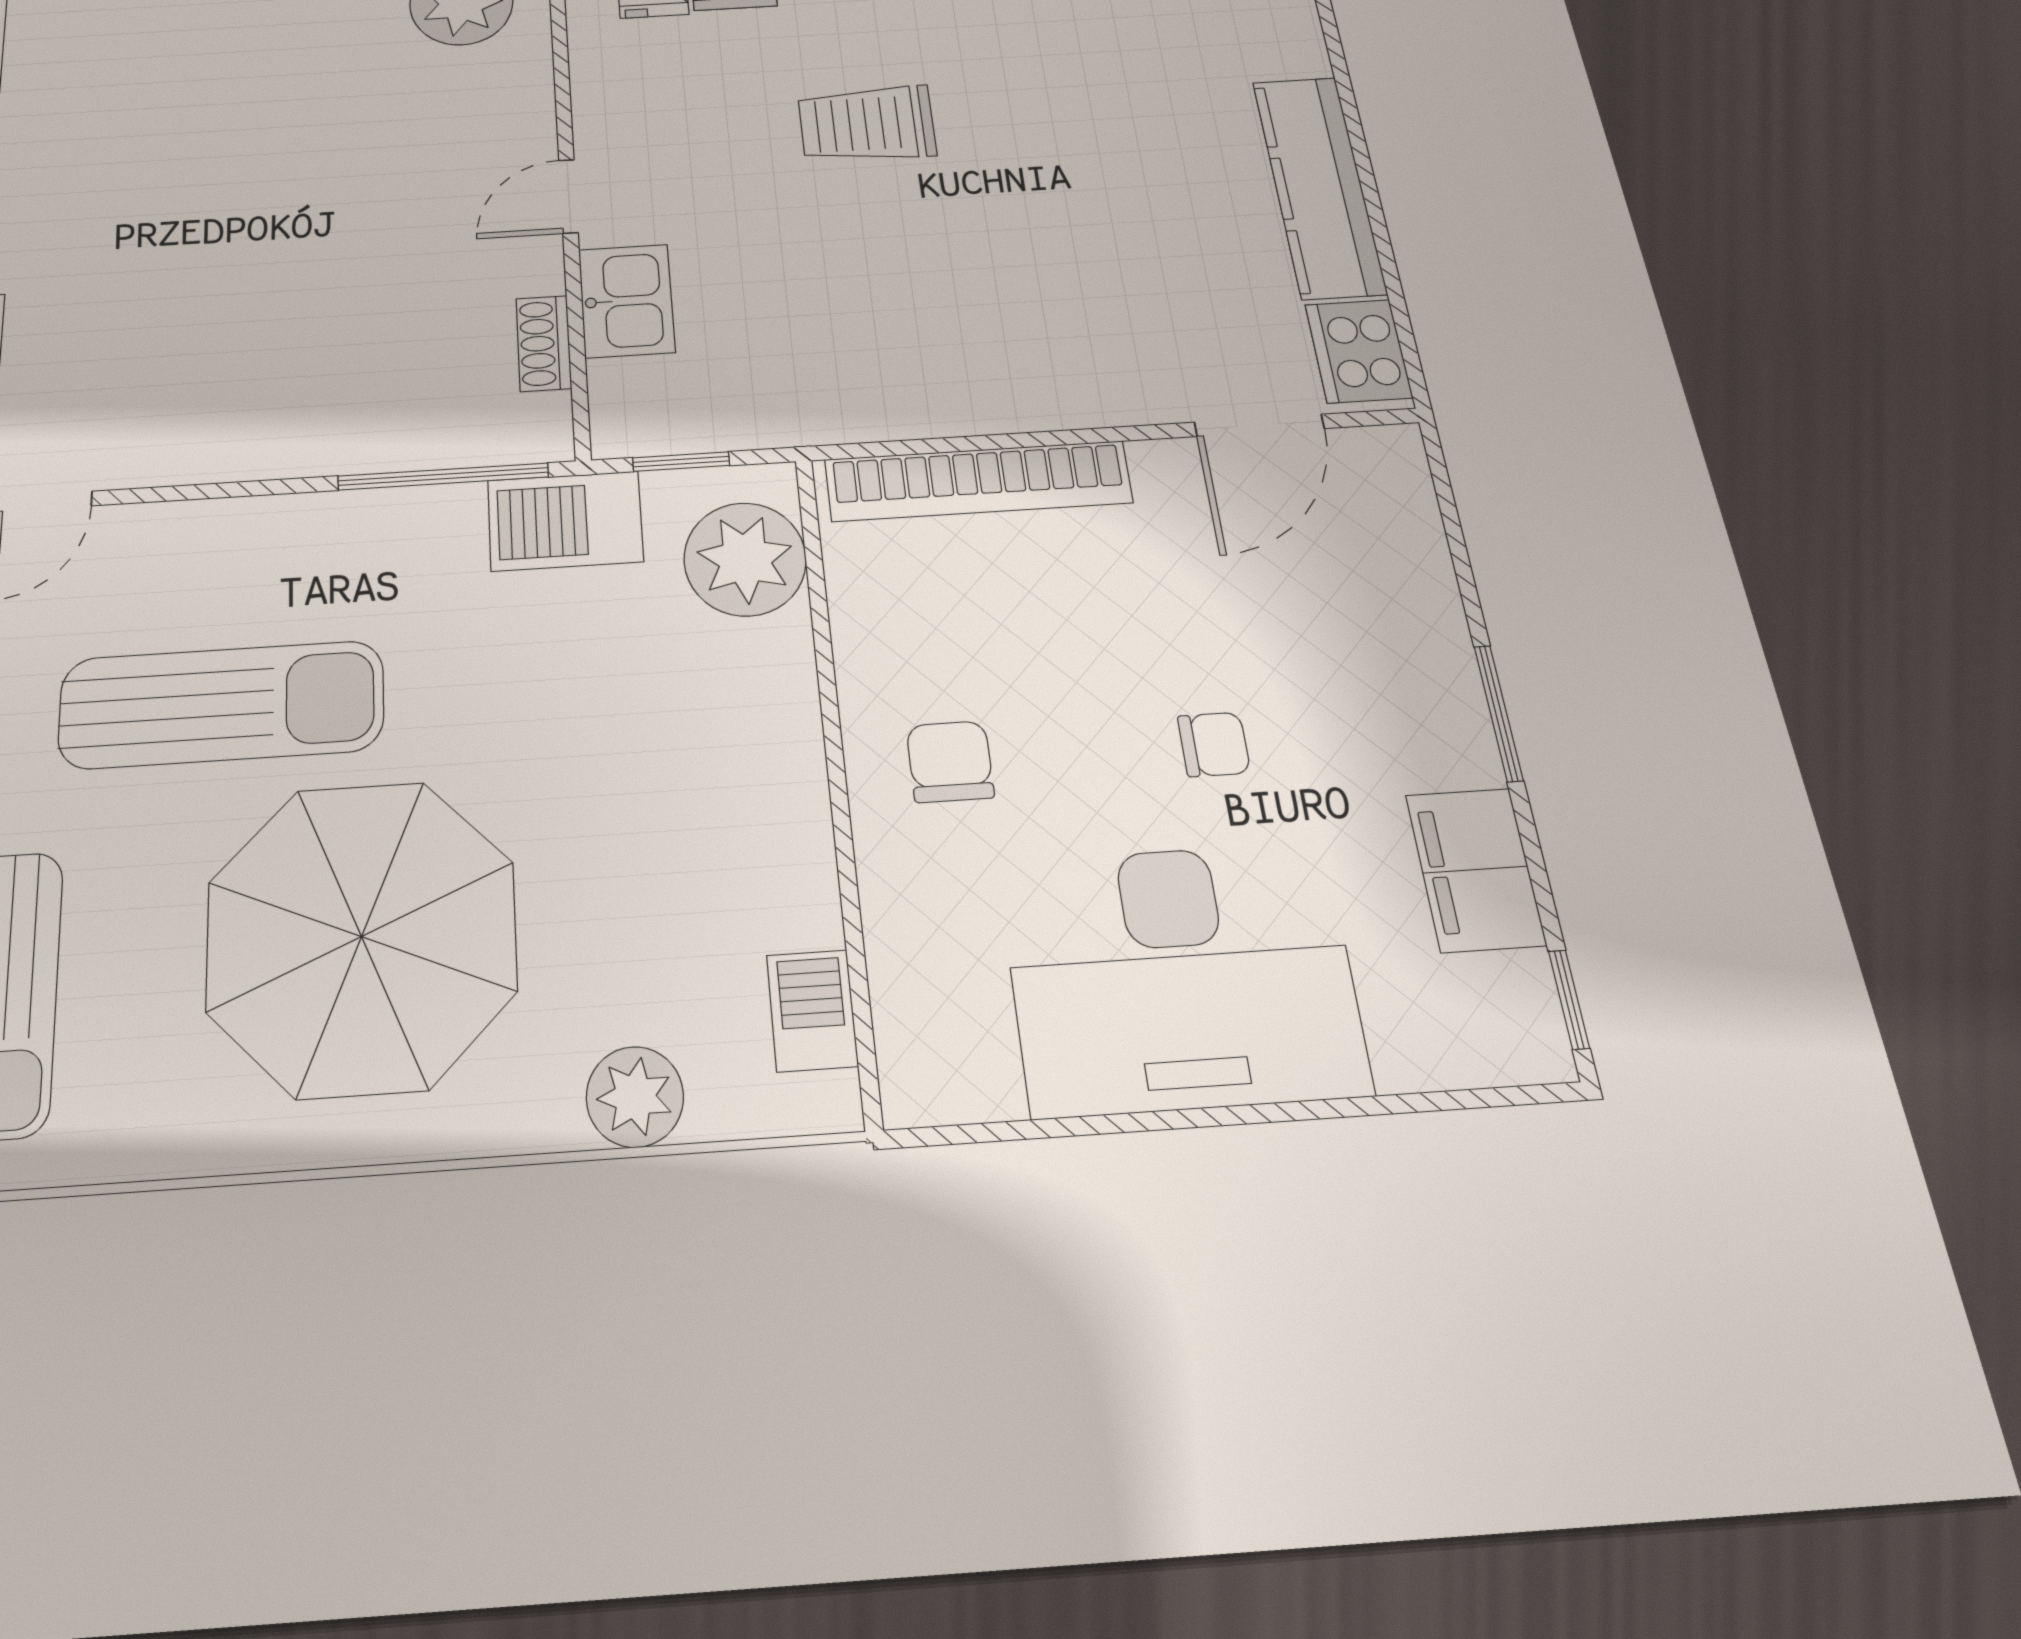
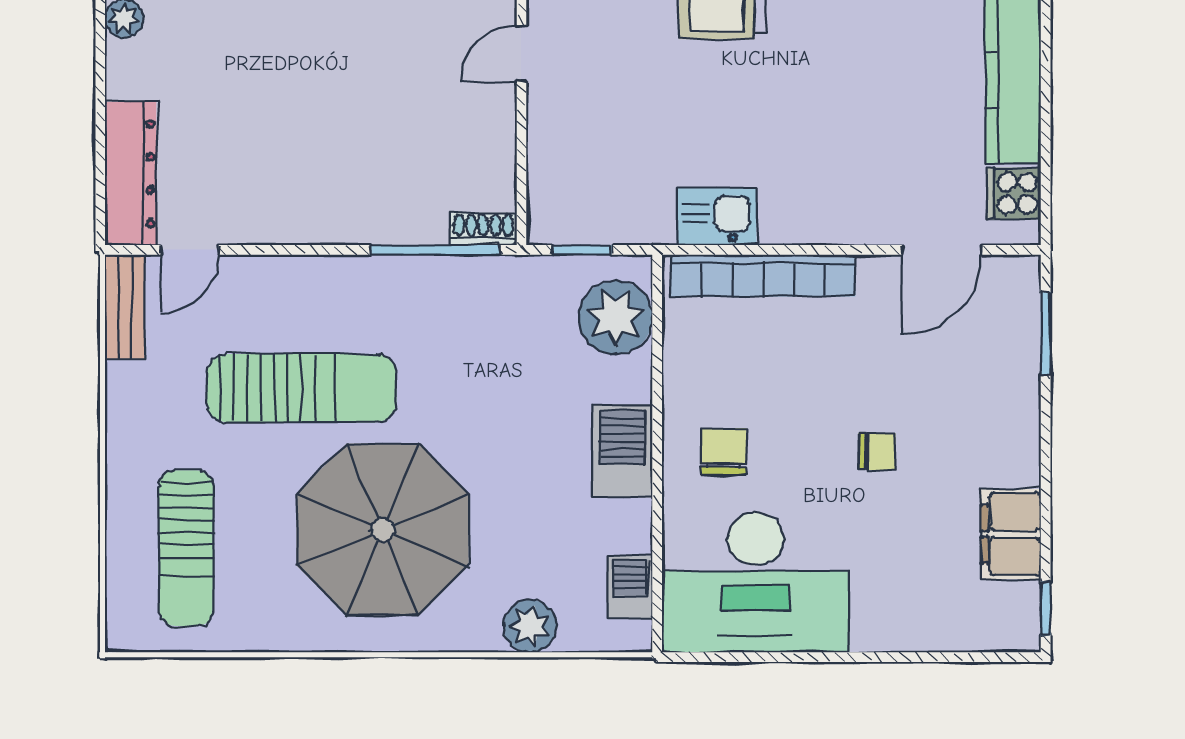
kitchen sink: (627, 301) -> (717, 216), moved, turned -90
shoe rack: (544, 343) -> (483, 229), moved, turned 90
cooker: (1359, 351) -> (1014, 193), width x0.73
barbecue: (565, 521) -> (622, 451), moved, turned 90
window: (1498, 713) -> (1046, 333), moved
desk: (1182, 977) -> (756, 582), moved

